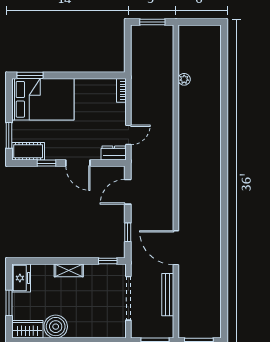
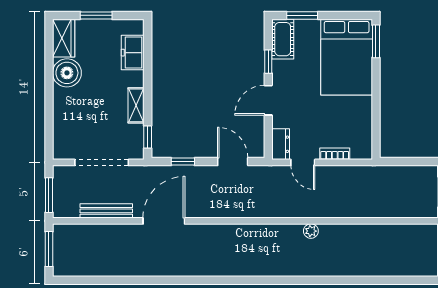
plant: (184, 79) -> (311, 231), moved
bookcase: (121, 90) -> (335, 154), moved
shelving: (69, 270) -> (136, 105), moved
freezer: (21, 278) -> (133, 53), moved, turned 90

